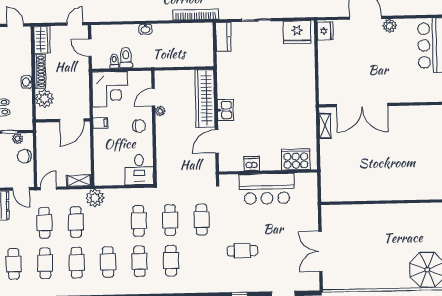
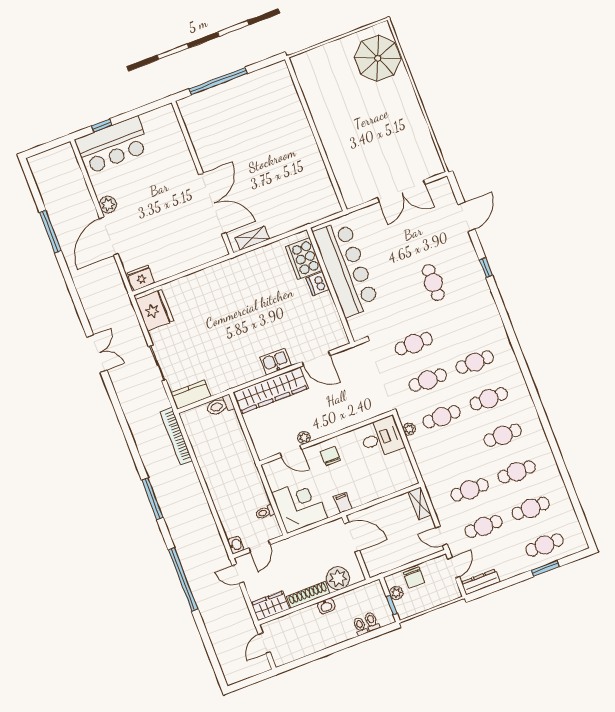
washbasin: (145, 29) -> (236, 545), moved
toilet: (126, 58) -> (220, 406), moved
dishwasher: (252, 164) -> (318, 284), moved
bar counter: (267, 189) -> (346, 269), width x1.36
plant: (95, 198) -> (409, 429), moved, width x0.53, depth x0.53

